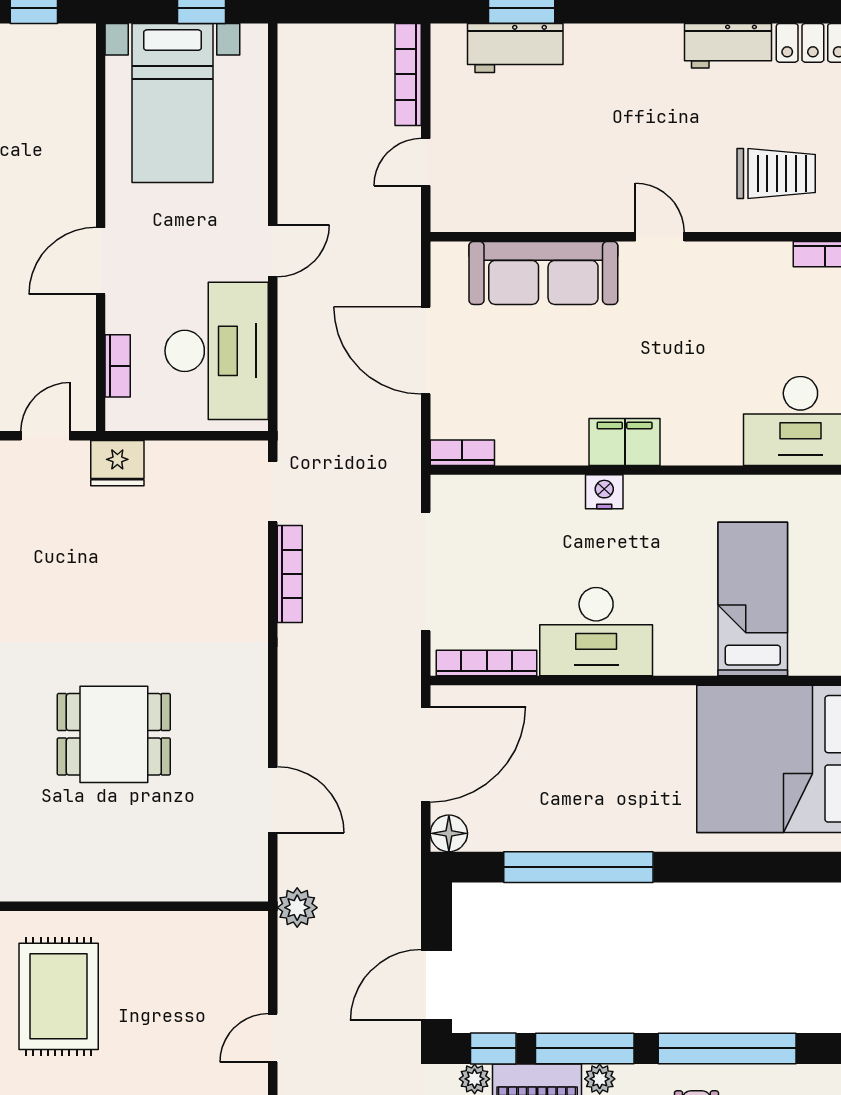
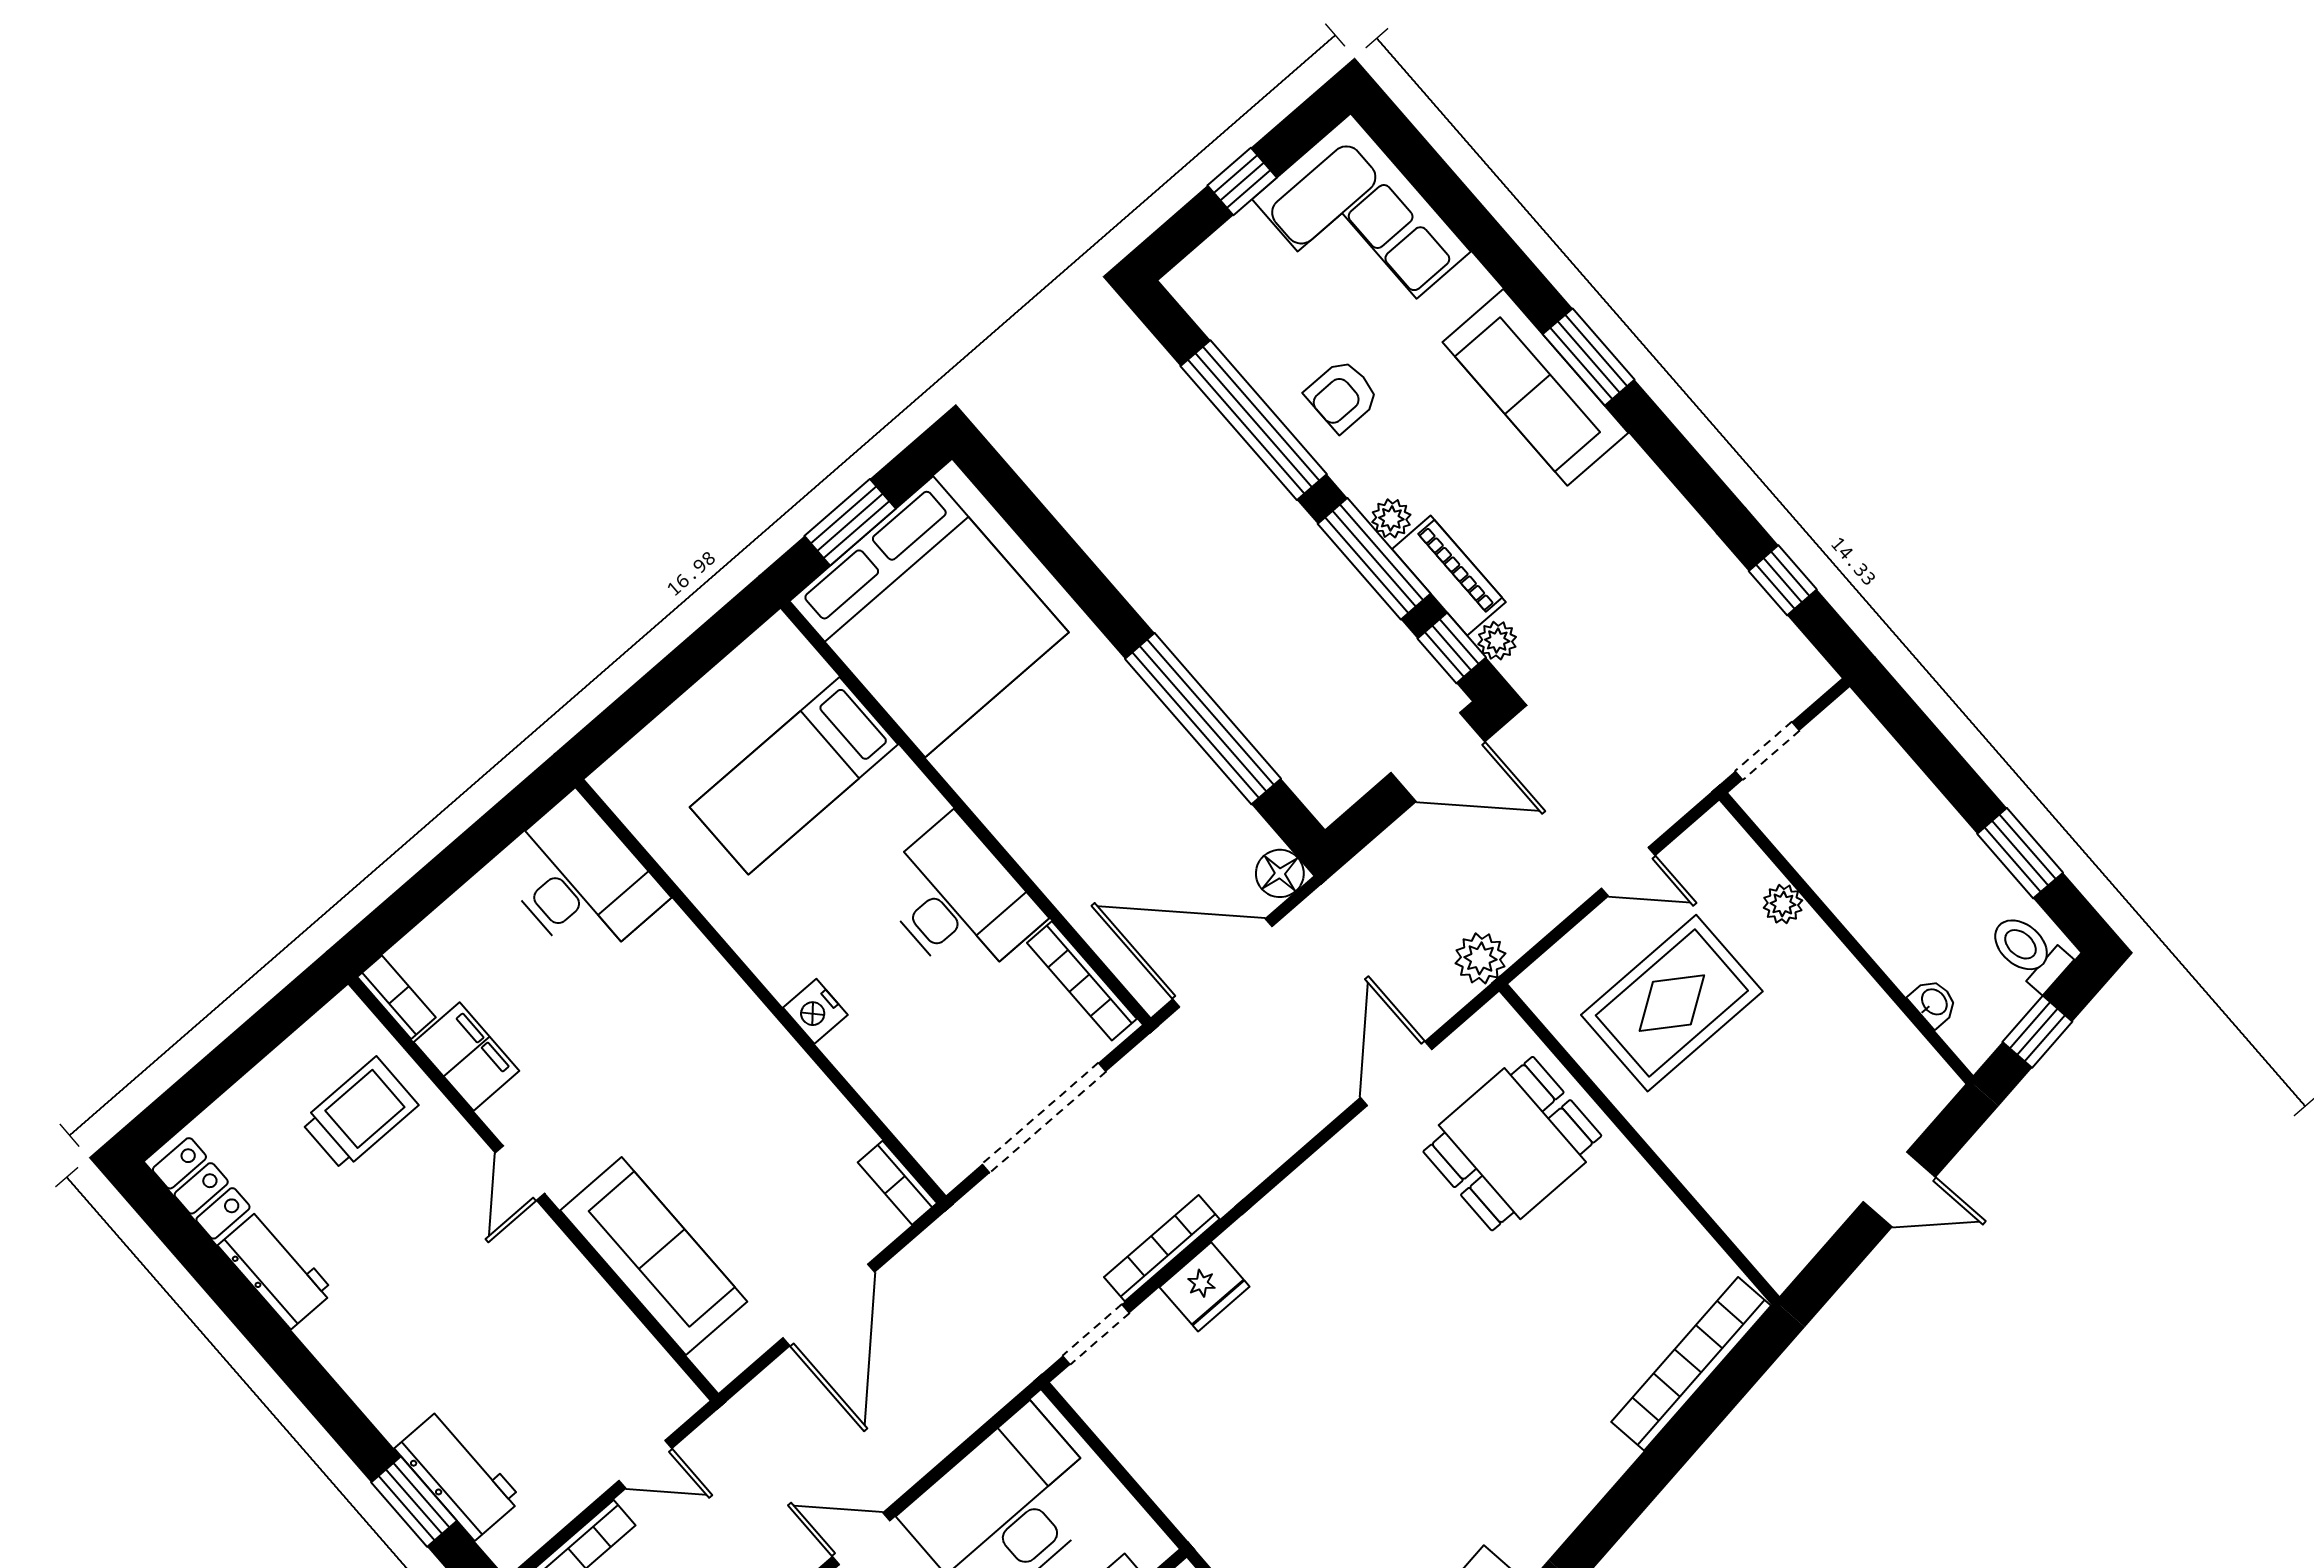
trolley: (776, 174) -> (360, 1113), turned 90
filing cabinet: (625, 442) -> (467, 1057), moved, turned 180
fridge: (117, 463) -> (1205, 1287), moved, turned 90
dining table: (114, 734) -> (1512, 1144), moved, turned 90
rug: (59, 996) -> (1672, 1003), moved

